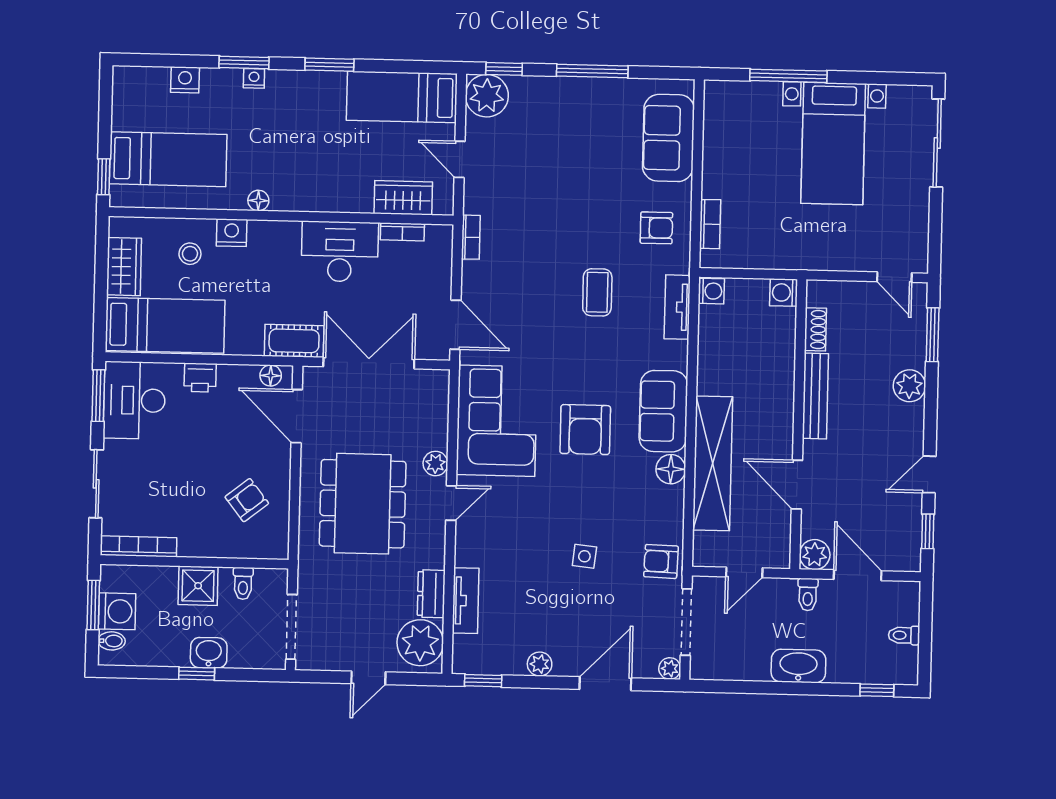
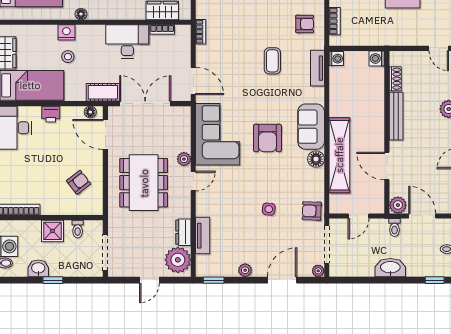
stool: (190, 254) -> (68, 57), moved
washbasin: (209, 653) -> (38, 268), moved

